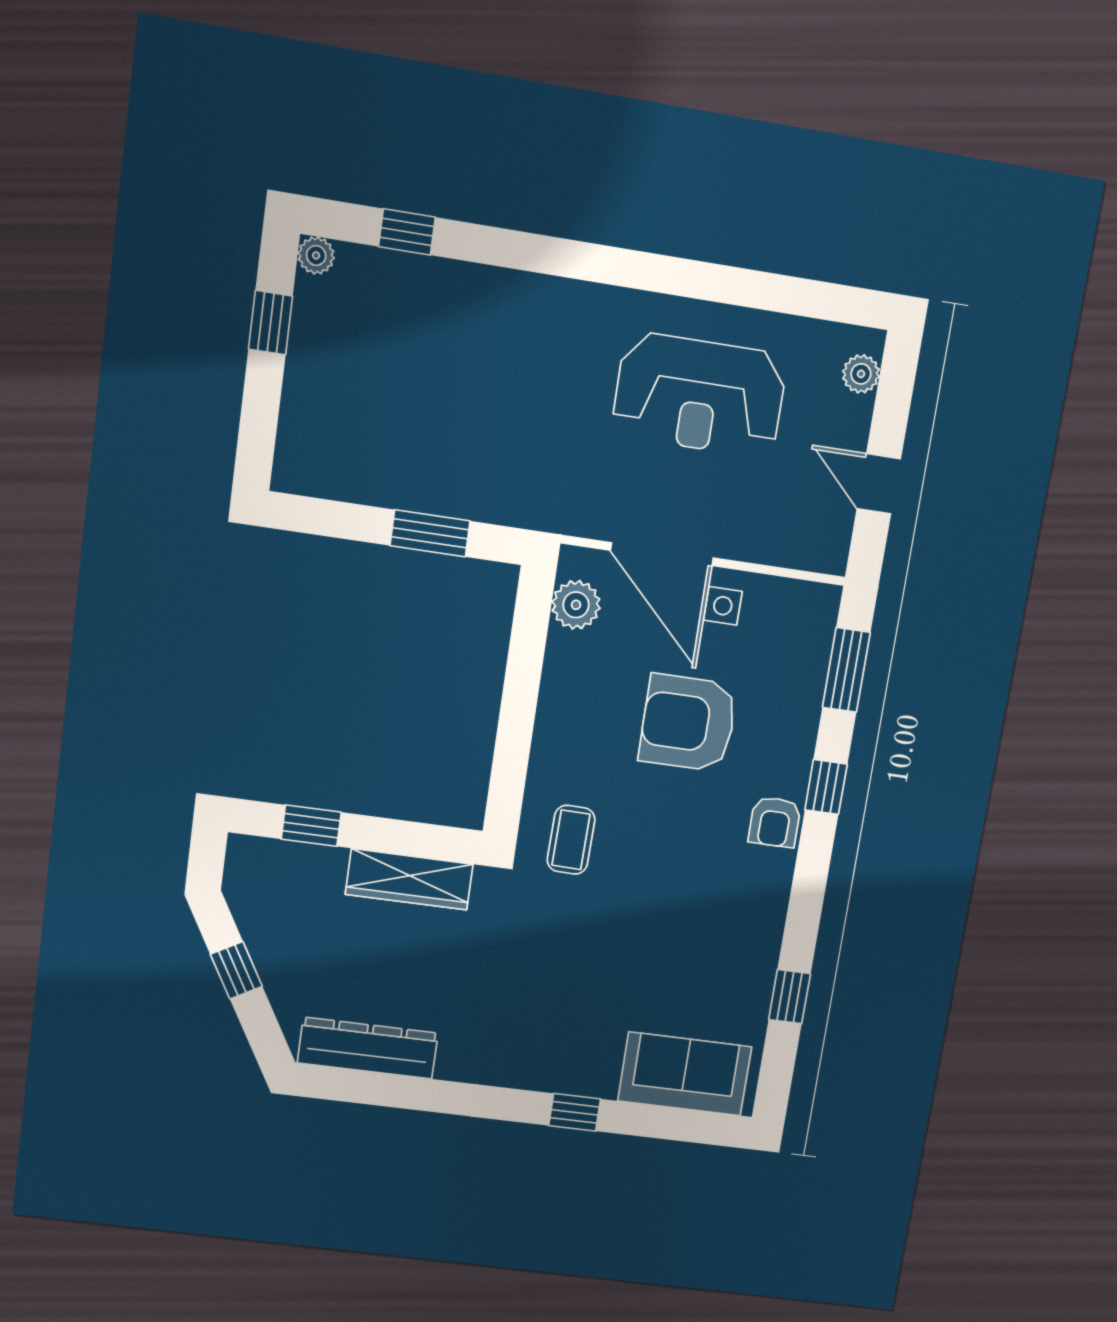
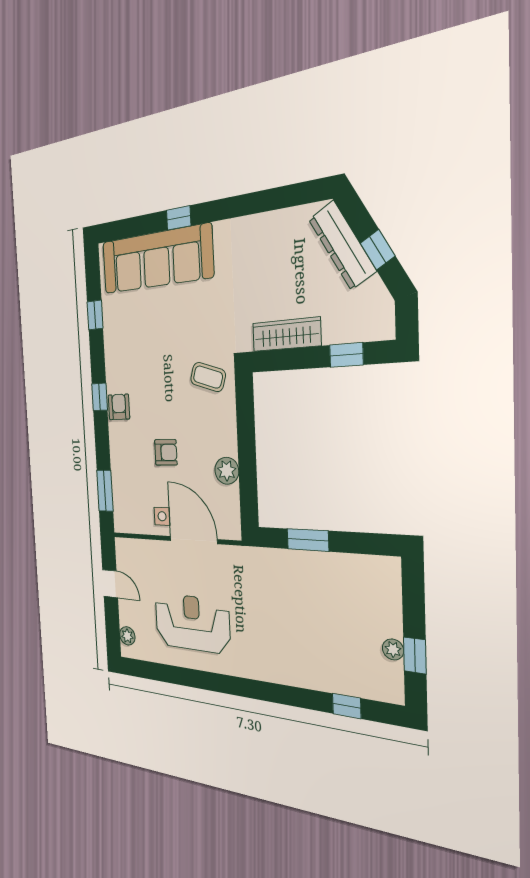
plant: (316, 255) -> (393, 649), moved
plant: (576, 605) -> (227, 471), moved
armchair: (688, 723) -> (166, 452), width x0.53, depth x0.53
window: (826, 787) -> (100, 397), moved
coffee table: (571, 840) -> (208, 377), turned -73
dresser: (368, 1048) -> (342, 245), moved, turned 61
sofa: (685, 1074) -> (156, 259), width x1.85, depth x1.27

